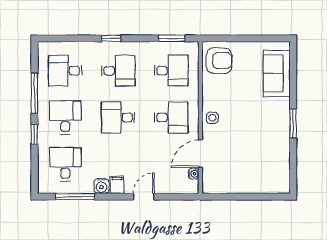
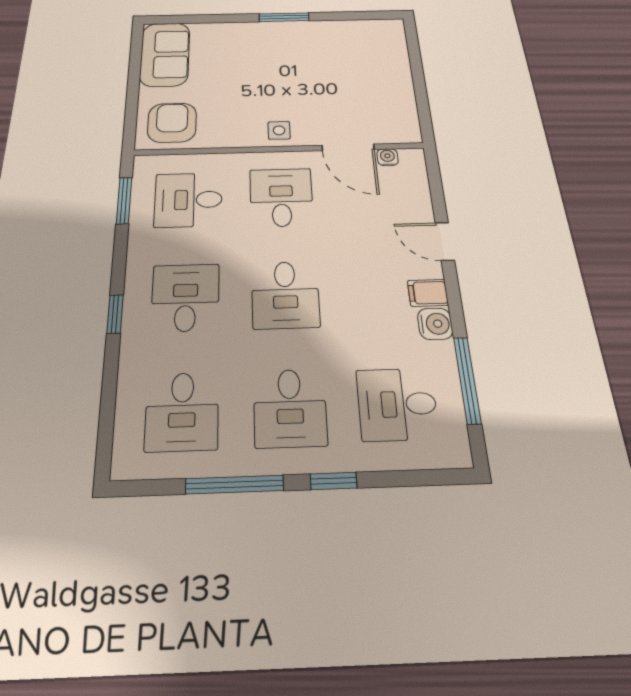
desk: (171, 71) -> (188, 200), turned -90
sofa: (277, 74) -> (165, 54), moved, turned -90
desk: (65, 117) -> (290, 408), turned -90

